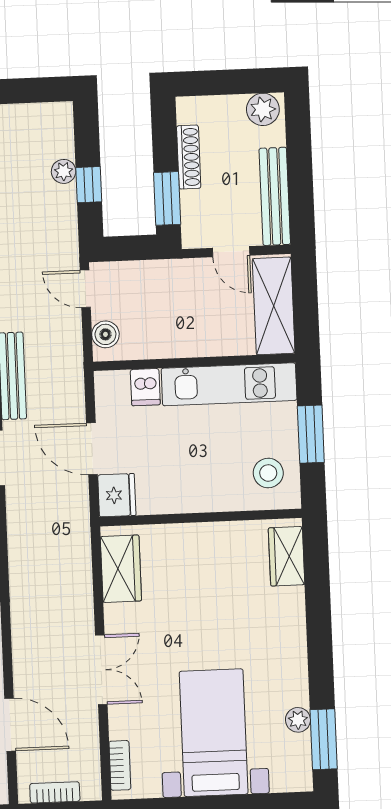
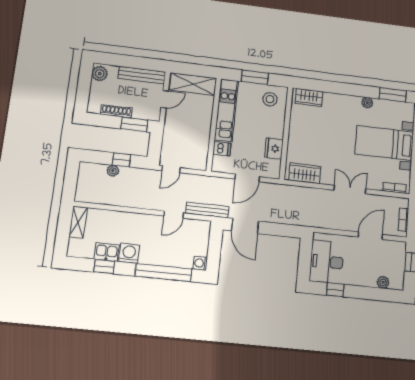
boiler: (105, 334) -> (194, 163), removed
fridge: (117, 495) -> (274, 149), moved, turned -90
plant: (298, 720) -> (367, 103), moved

